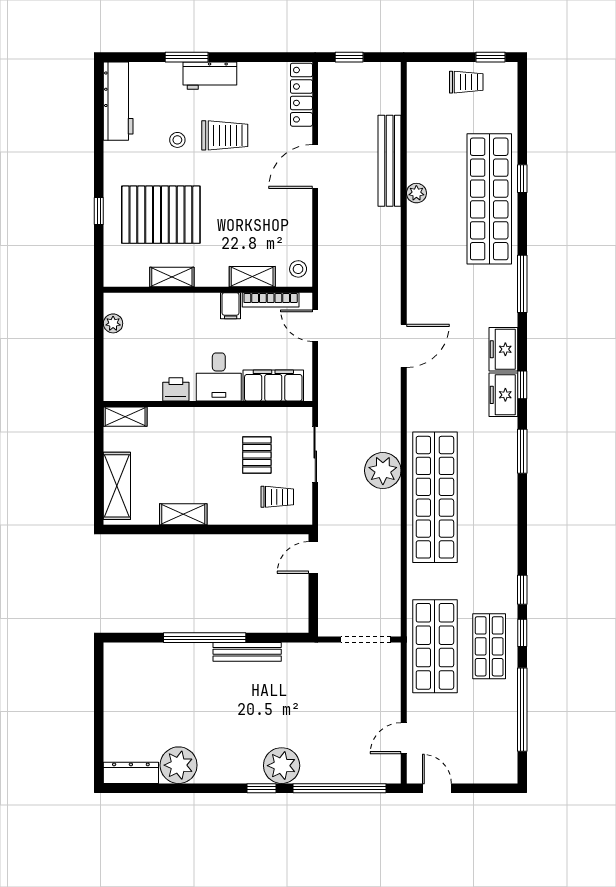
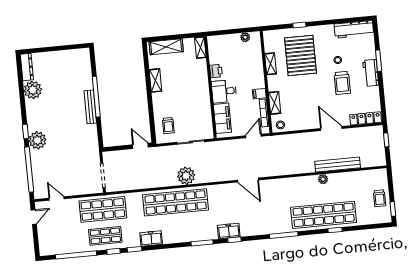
freezer: (503, 349) -> (151, 238), moved
pallet: (257, 455) -> (188, 114), removed
bench: (247, 652) -> (90, 107), moved

